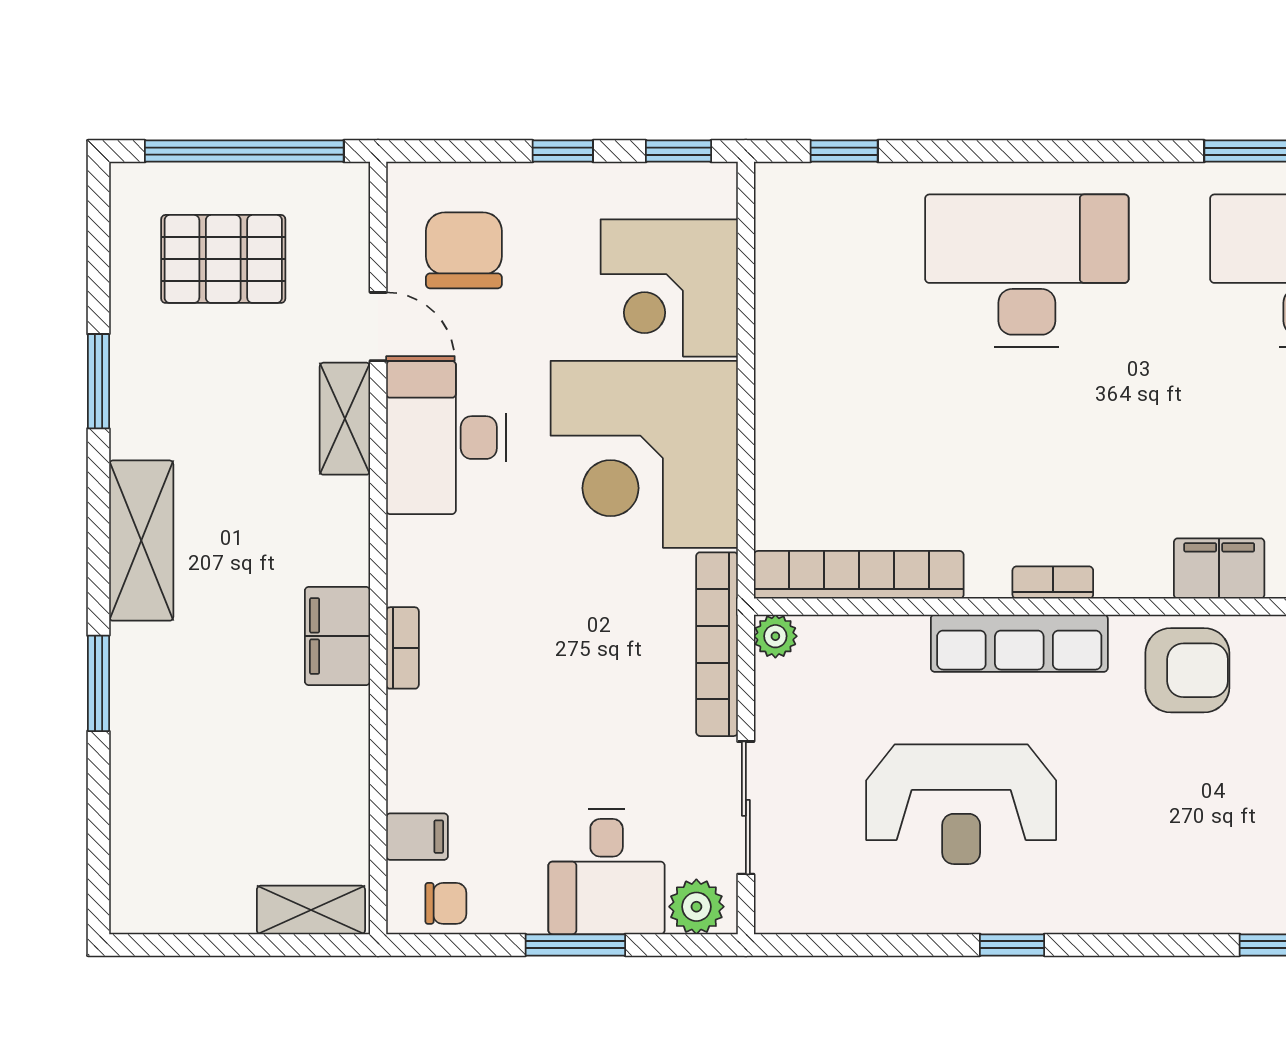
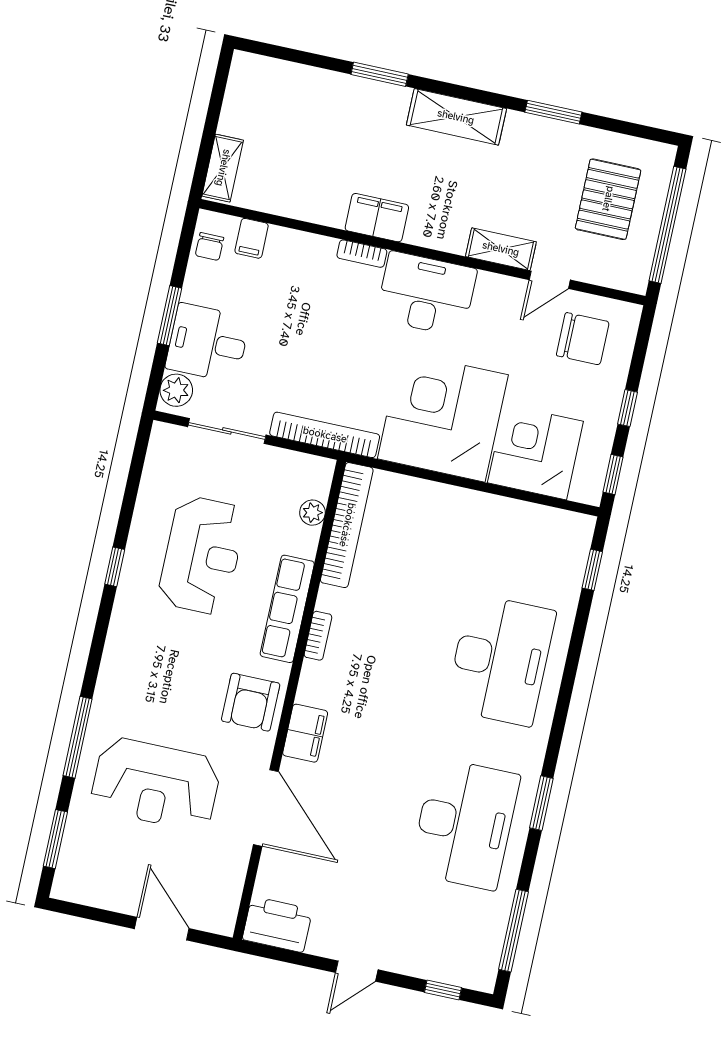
desk: (446, 438) -> (426, 294), moved
plant: (775, 636) -> (312, 513), moved
reception desk: (961, 804) -> (202, 555), turned 180

